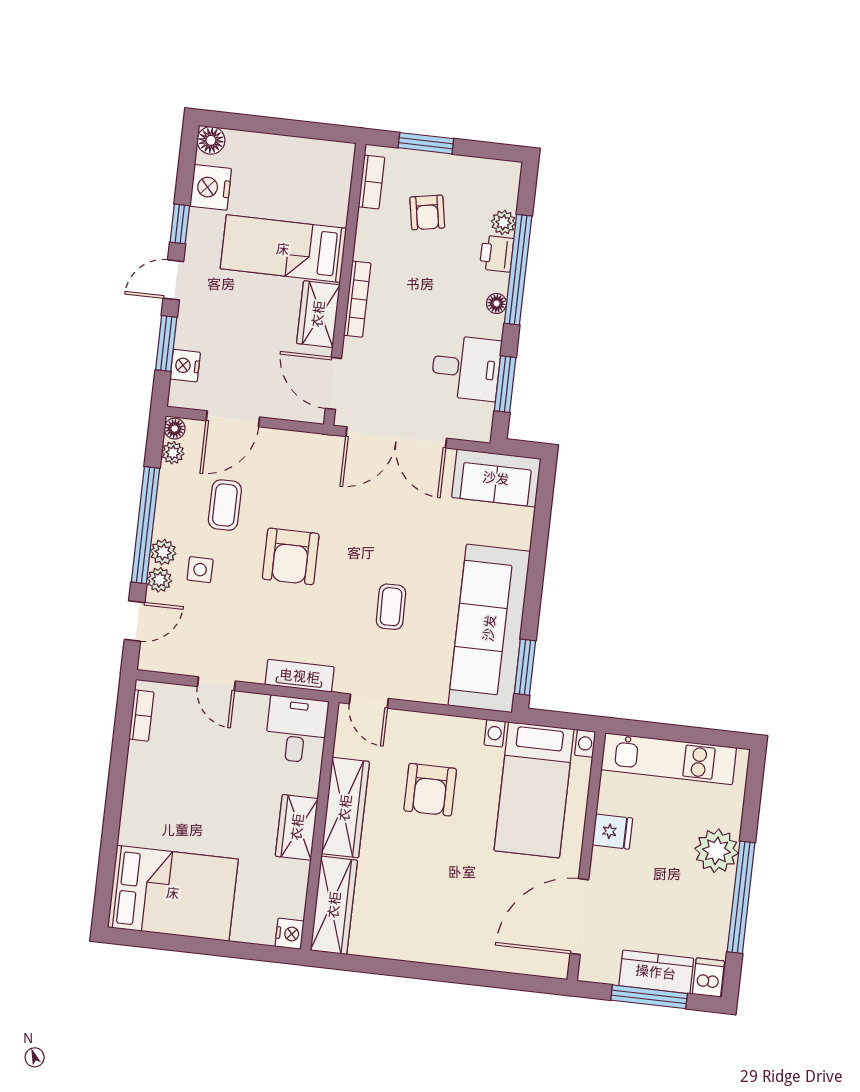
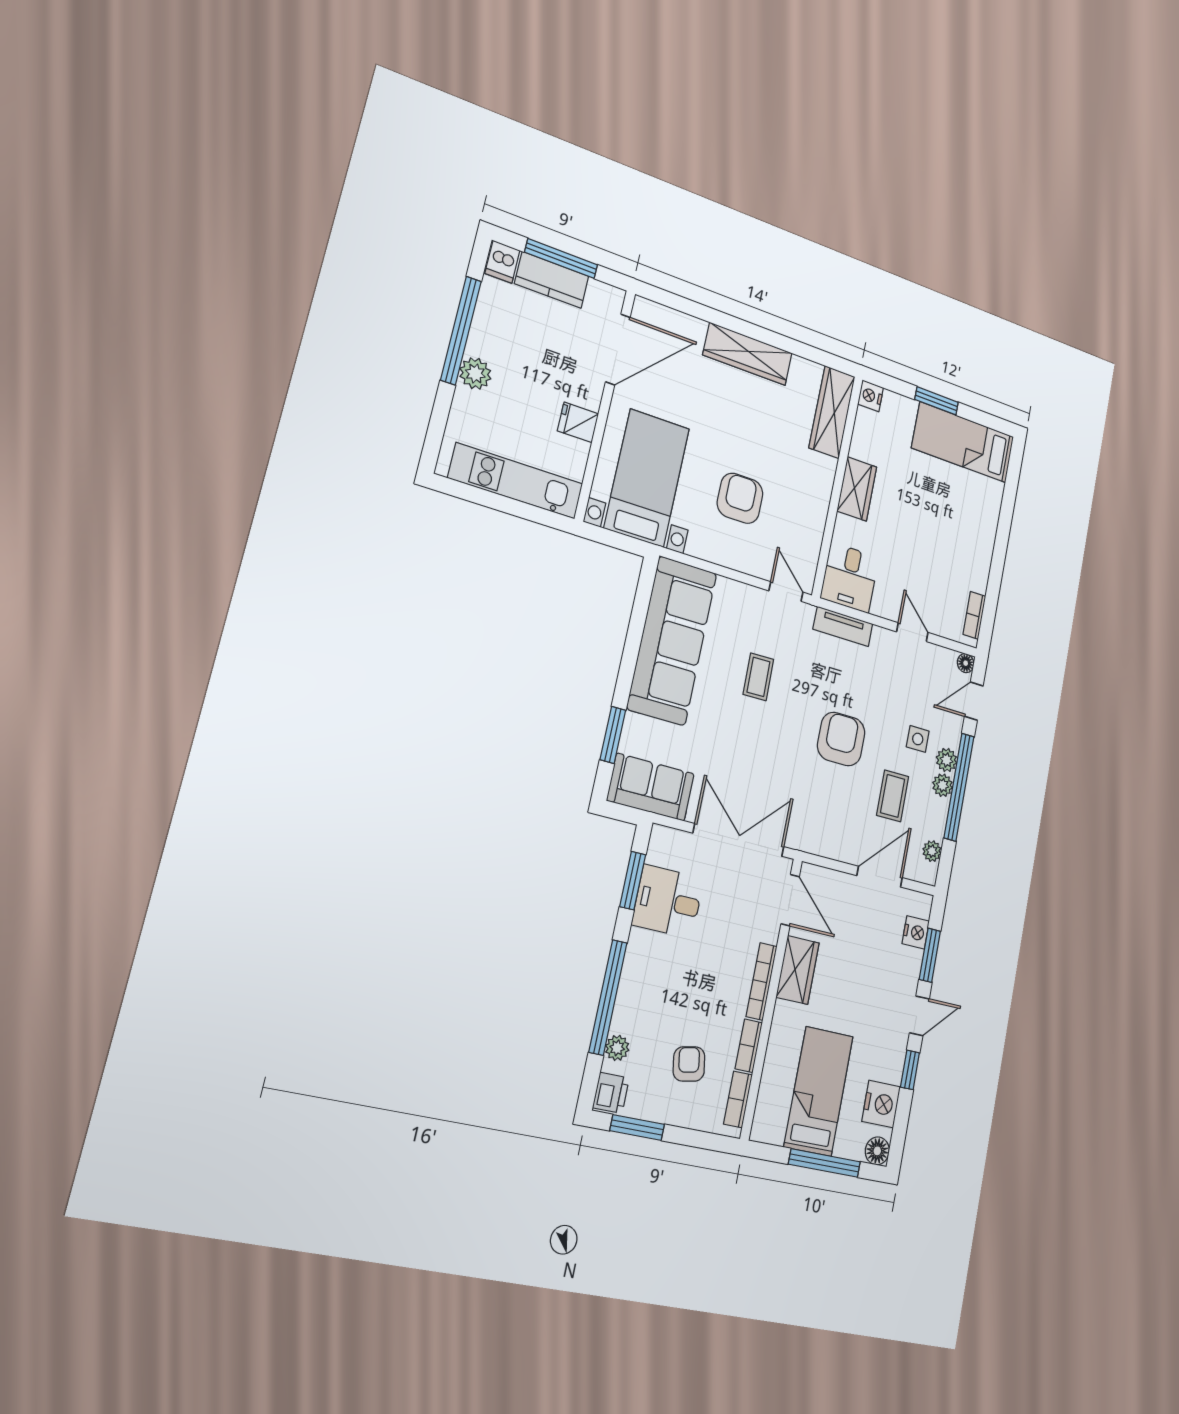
window: (270, 125) -> (825, 1163), added
window: (426, 143) -> (637, 1128), moved
bookcase: (365, 235) -> (749, 1046), added
bed: (283, 249) -> (819, 1091), moved, turned -90
printer: (497, 254) -> (611, 1093), moved
floor lamp: (497, 303) -> (632, 964), removed
floor lamp: (175, 429) -> (966, 663), moved
plant: (159, 580) -> (943, 785), moved
window: (525, 667) -> (613, 735), moved
wardrobe: (345, 808) -> (748, 354), moved, turned -90
plant: (716, 851) -> (475, 374), width x0.73, depth x0.73
bed: (173, 893) -> (963, 442), width x0.67
window: (208, 947) -> (936, 401), added

